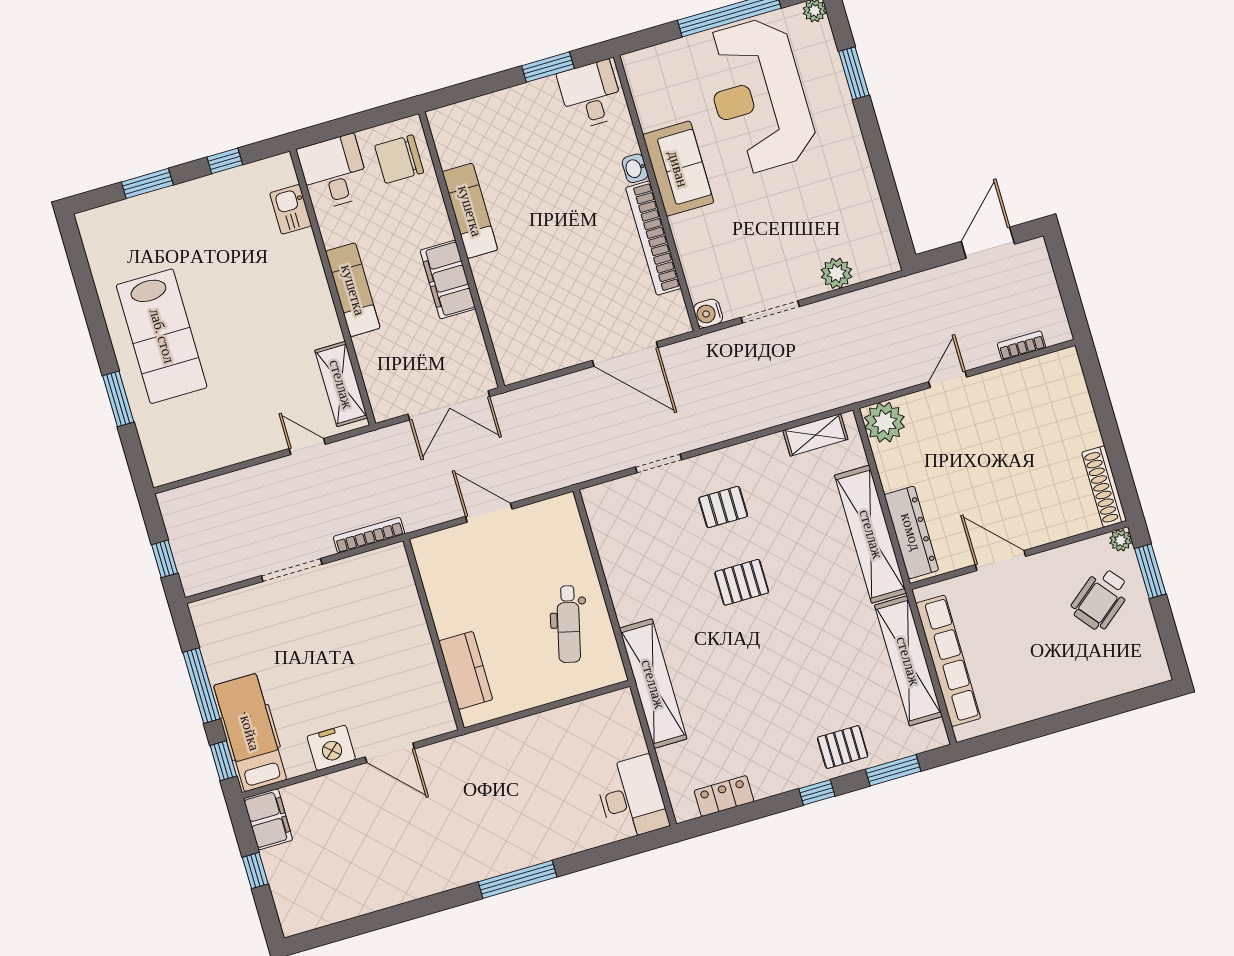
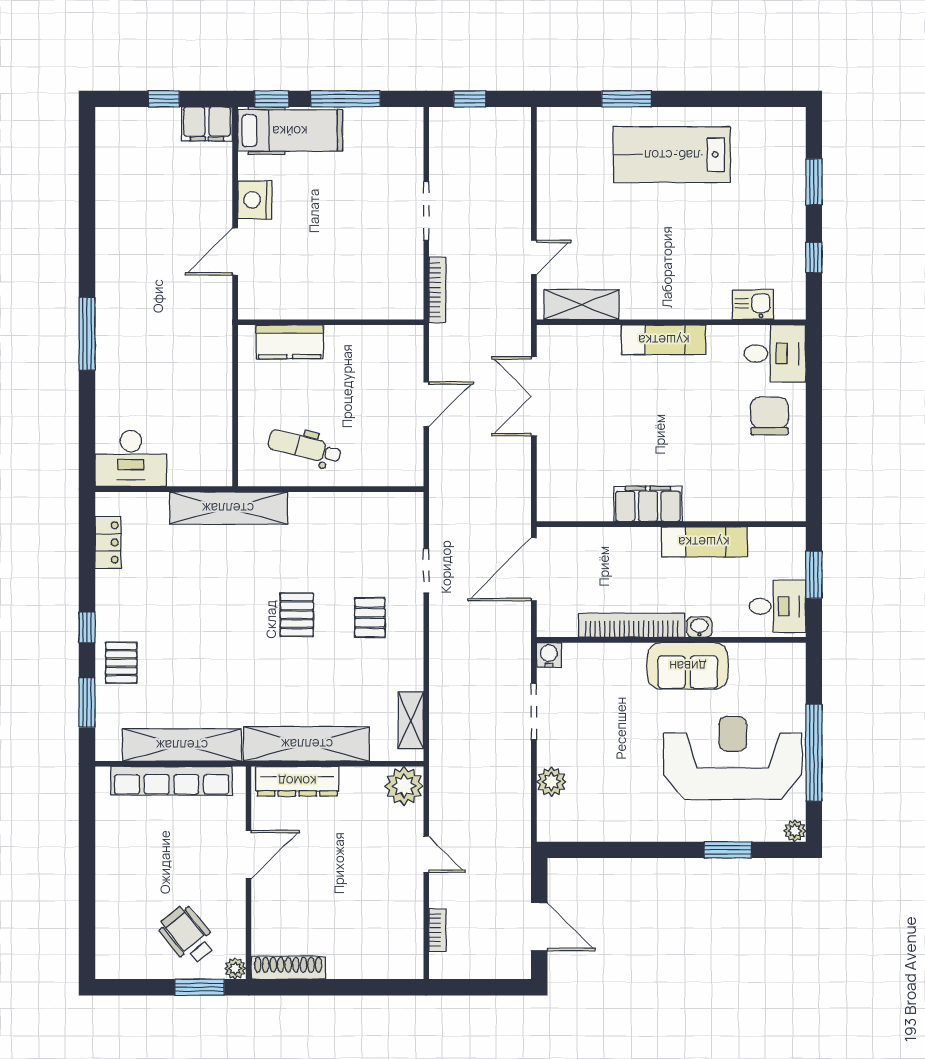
exam couch: (470, 211) -> (704, 542), moved
wall: (462, 250) -> (671, 524), moved
filing cabinet: (448, 280) -> (648, 504), moved

